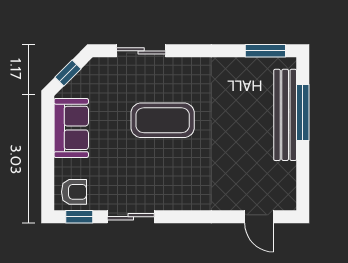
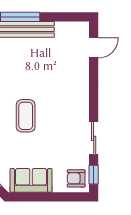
coffee table: (163, 120) -> (26, 116), width x0.73, depth x0.76
armchair: (74, 192) -> (76, 178), turned -90

